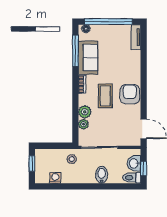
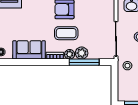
window: (75, 51) -> (84, 62), moved
plant: (83, 124) -> (70, 54), moved

